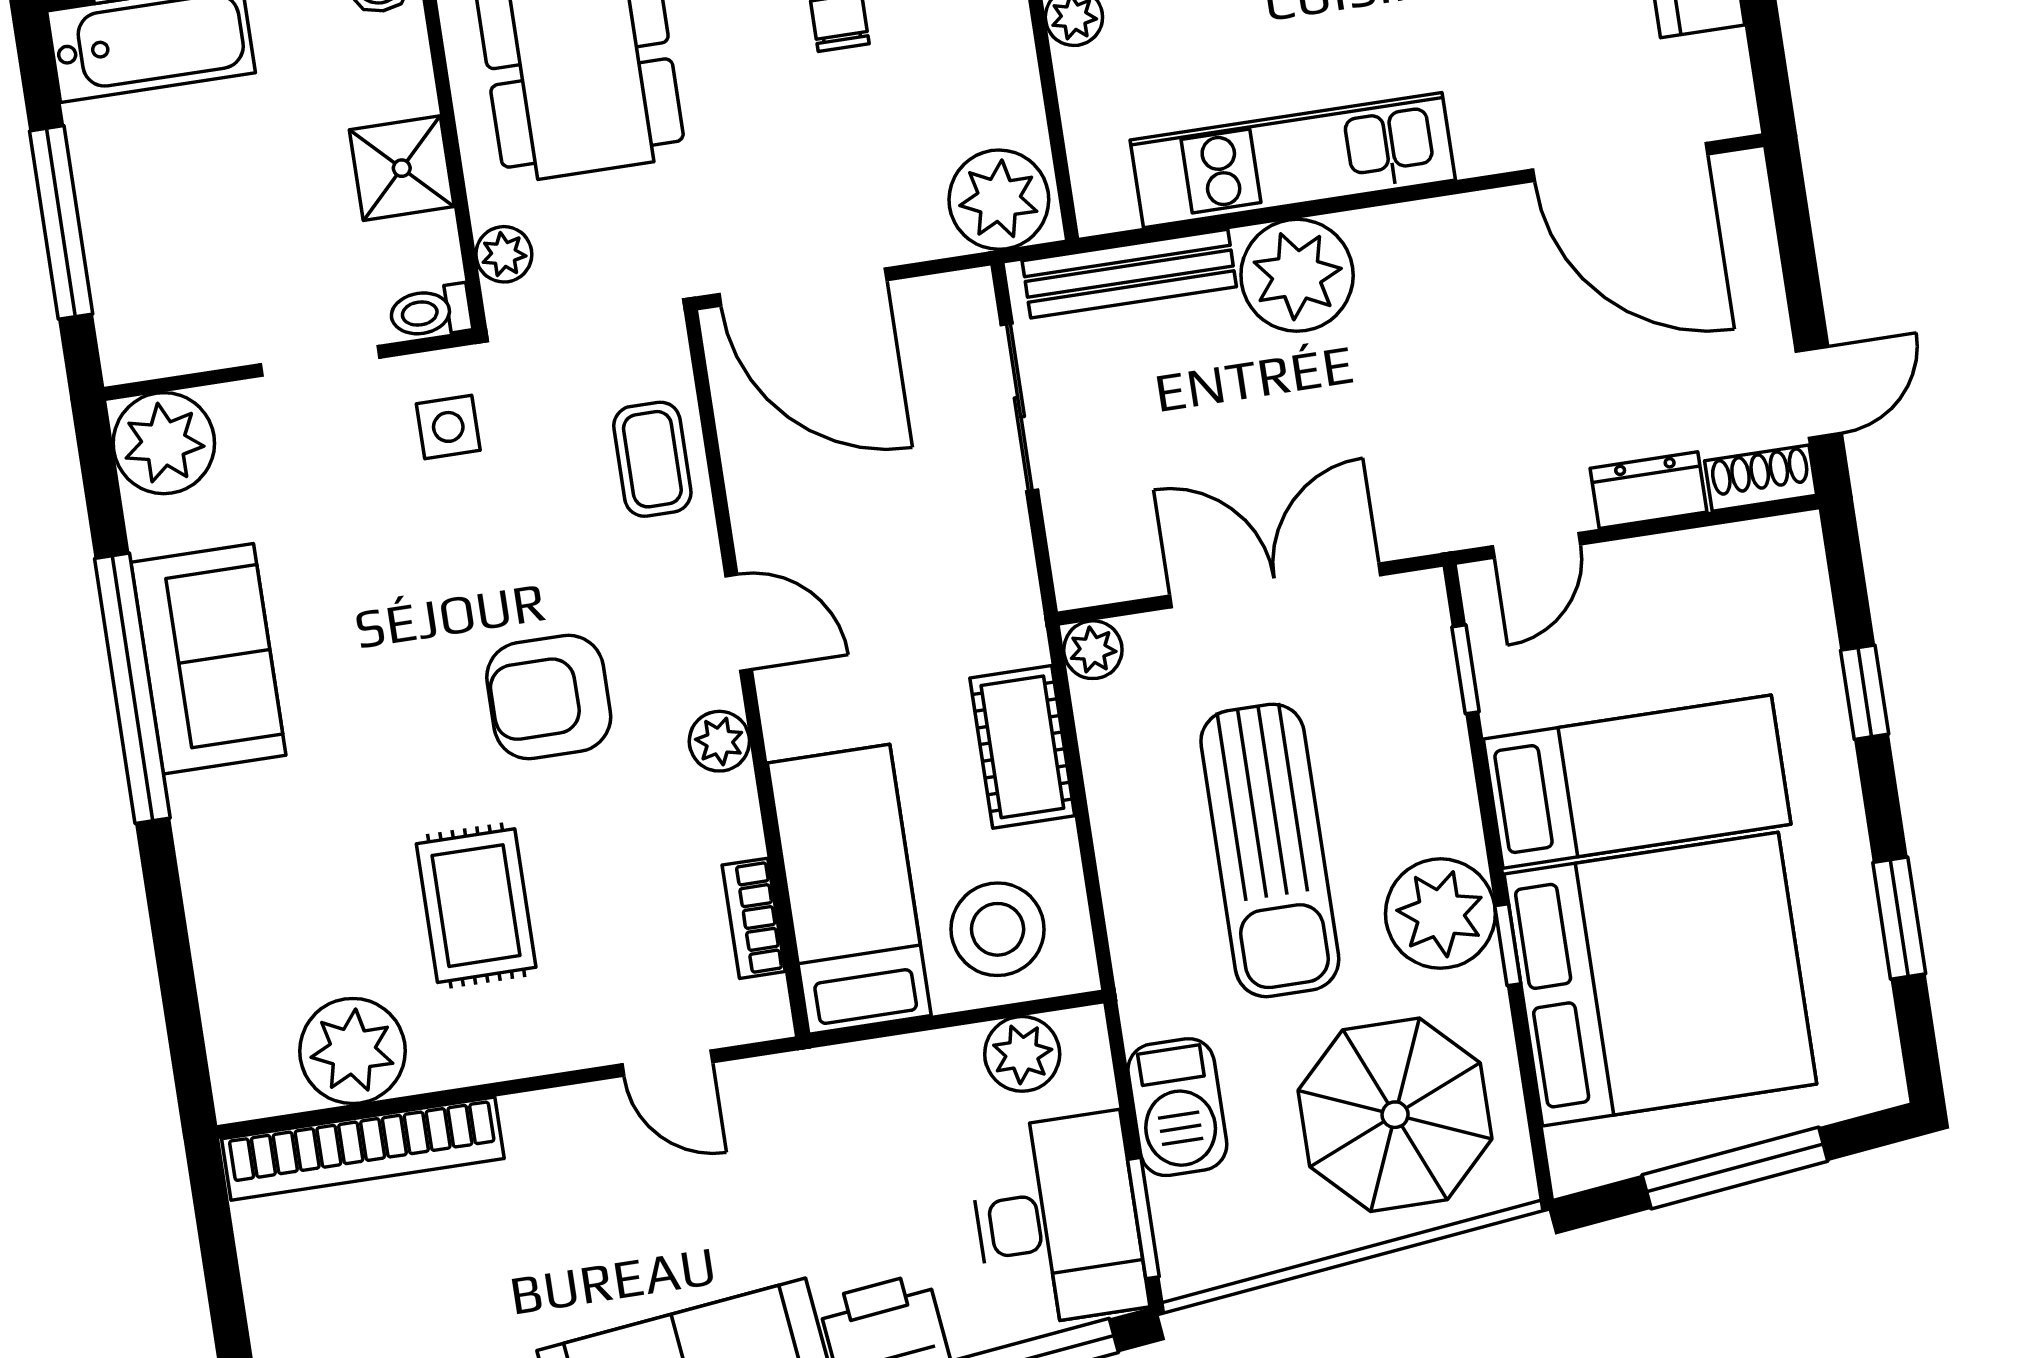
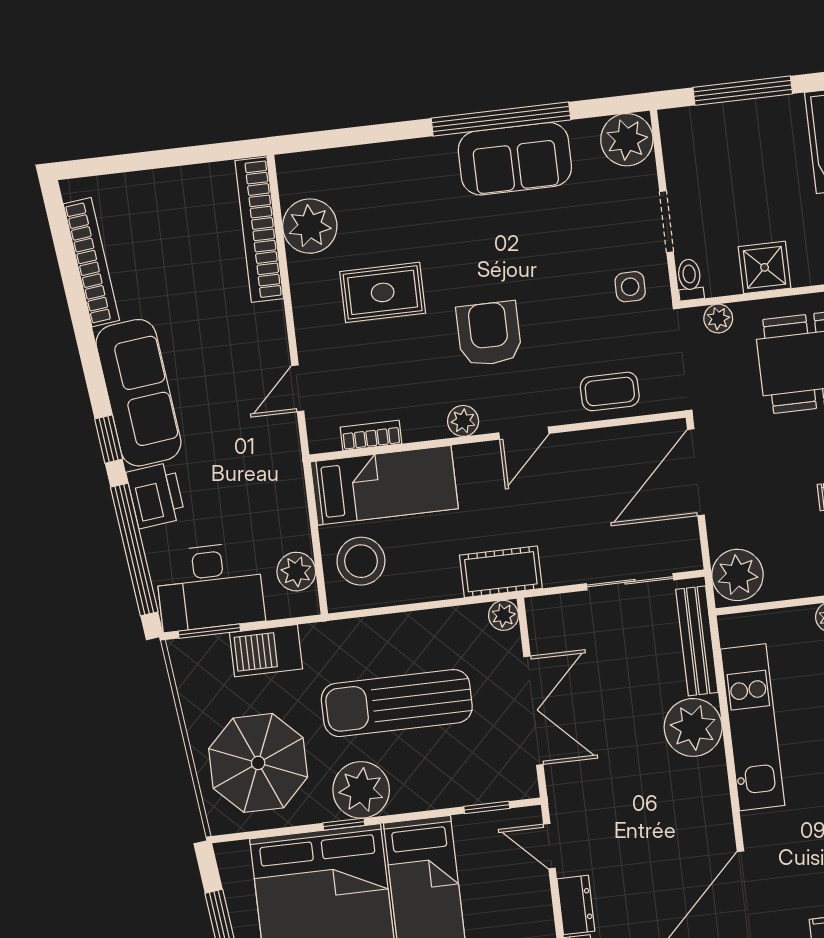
cot: (1022, 747) -> (501, 572), moved

